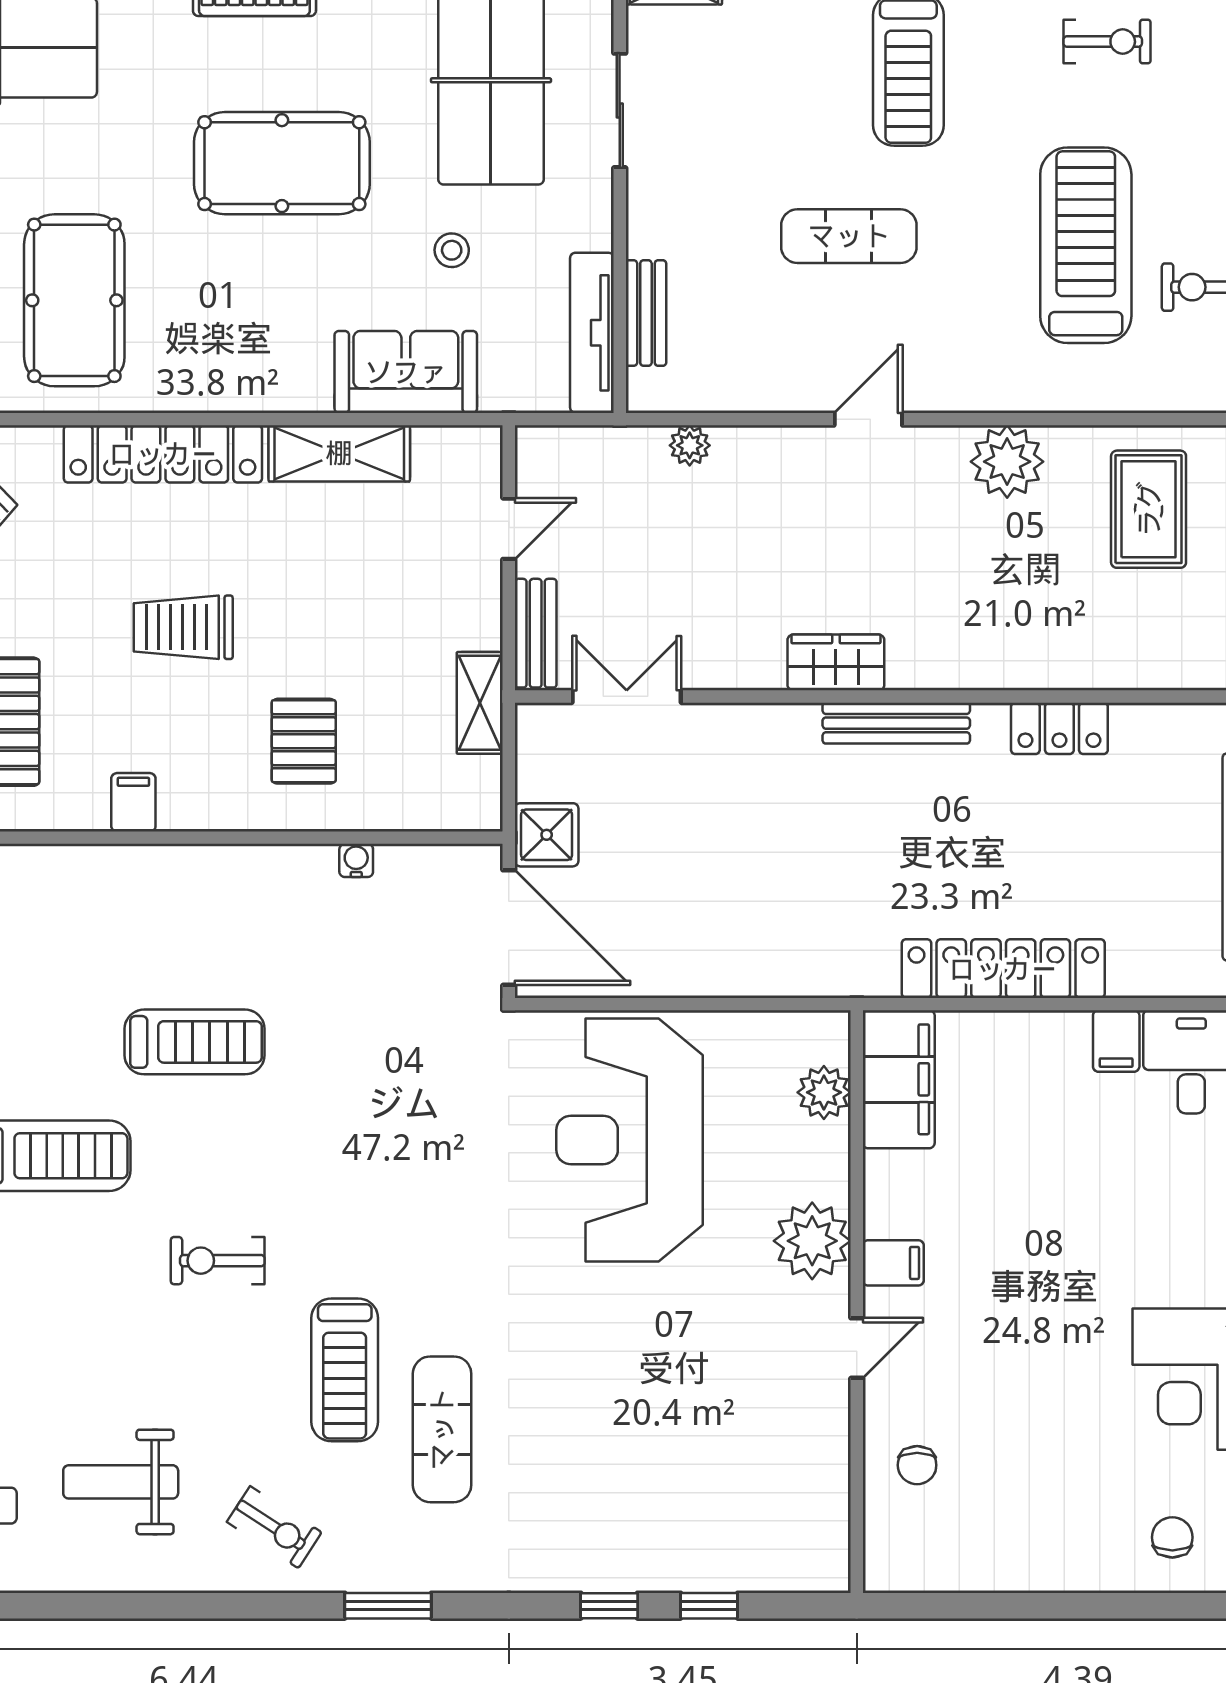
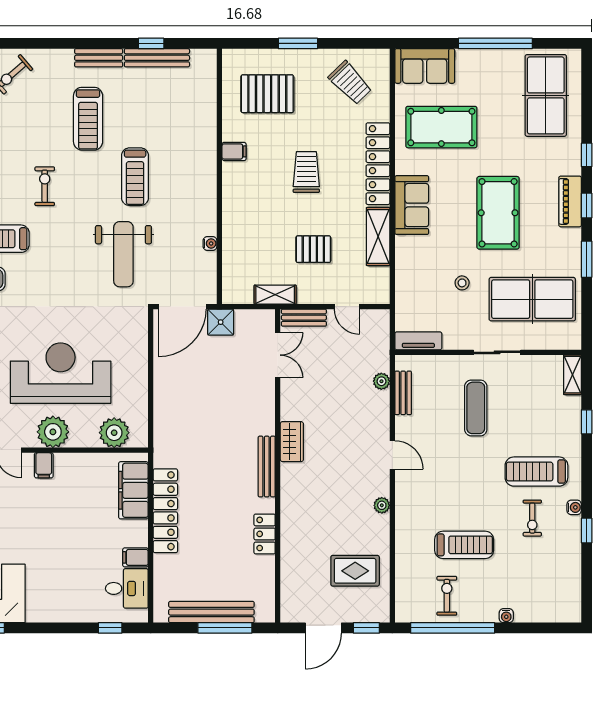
exercise bike: (1107, 42) -> (532, 518), moved
sliding door: (620, 110) -> (497, 352), moved
exercise mat: (849, 236) -> (476, 408), moved
treadmill: (1086, 245) -> (464, 545), width x0.73, depth x0.73
bench: (646, 313) -> (403, 393), moved, turned 90
tv unit: (592, 333) -> (418, 341), width x0.71
sofa: (406, 372) -> (412, 205), moved
plant: (1007, 462) -> (382, 505), width x0.53, depth x0.53
pallet: (304, 741) -> (313, 249), moved
weight bench: (382, 1070) -> (123, 254), added
filing cabinet: (899, 1079) -> (133, 490), moved, turned 90
plant: (824, 1092) -> (114, 433), width x1.36, depth x1.36
reception desk: (629, 1140) -> (61, 373), moved

